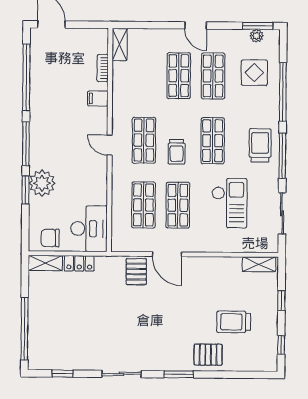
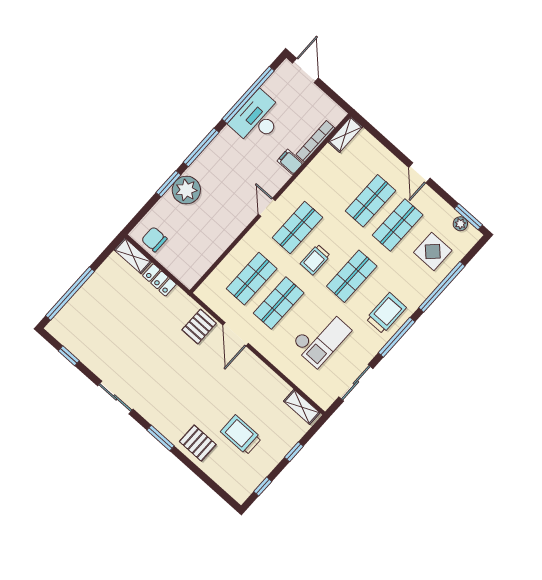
bookcase: (103, 68) -> (315, 141), width x1.56
desk: (89, 229) -> (257, 119), moved, turned 180

